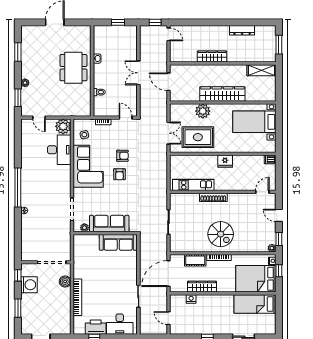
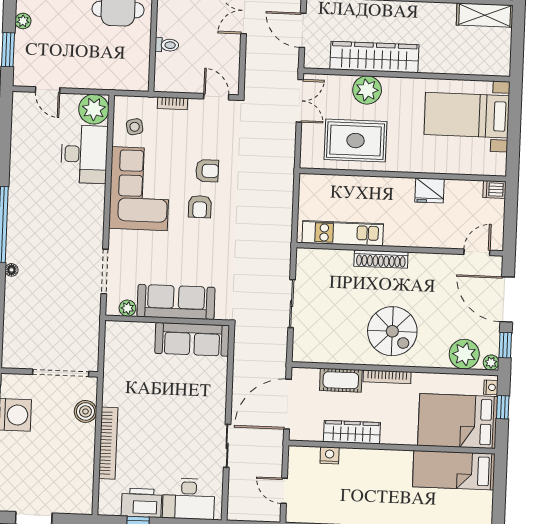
wardrobe: (222, 94) -> (374, 57), moved
double door: (168, 133) -> (300, 101), moved
fridge: (225, 161) -> (430, 190), moved
door: (279, 215) -> (507, 299), width x1.87
plant: (258, 244) -> (464, 354), added

